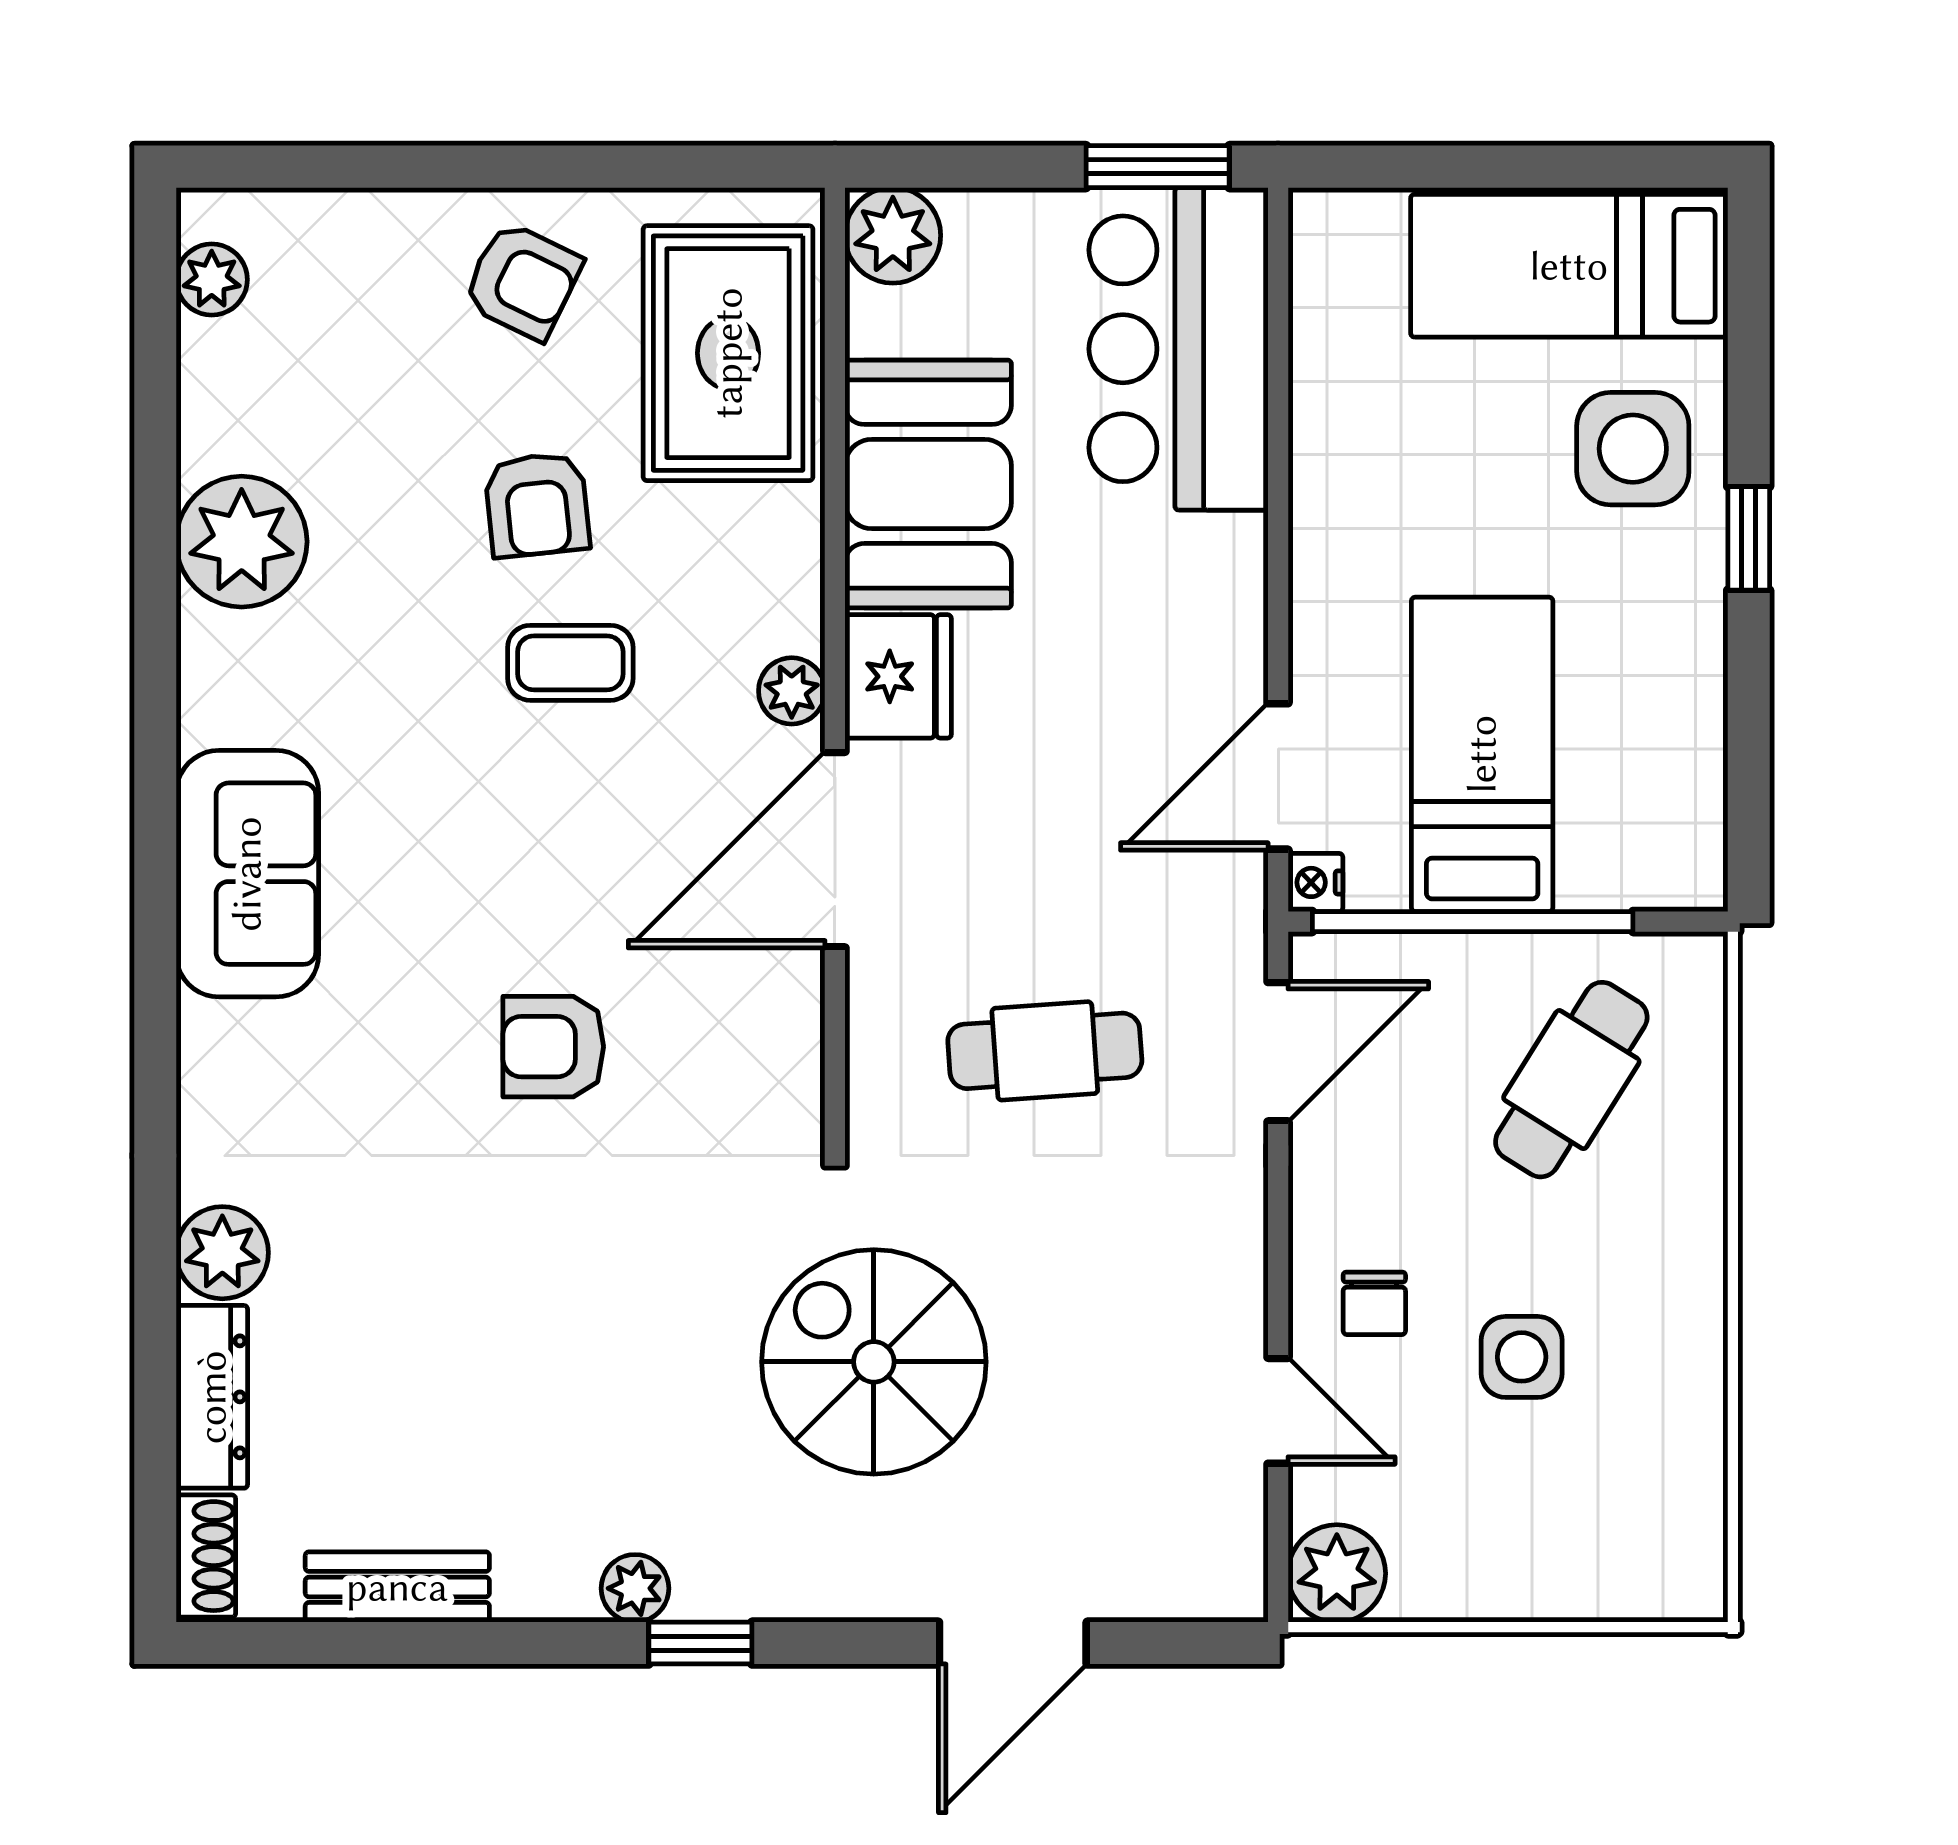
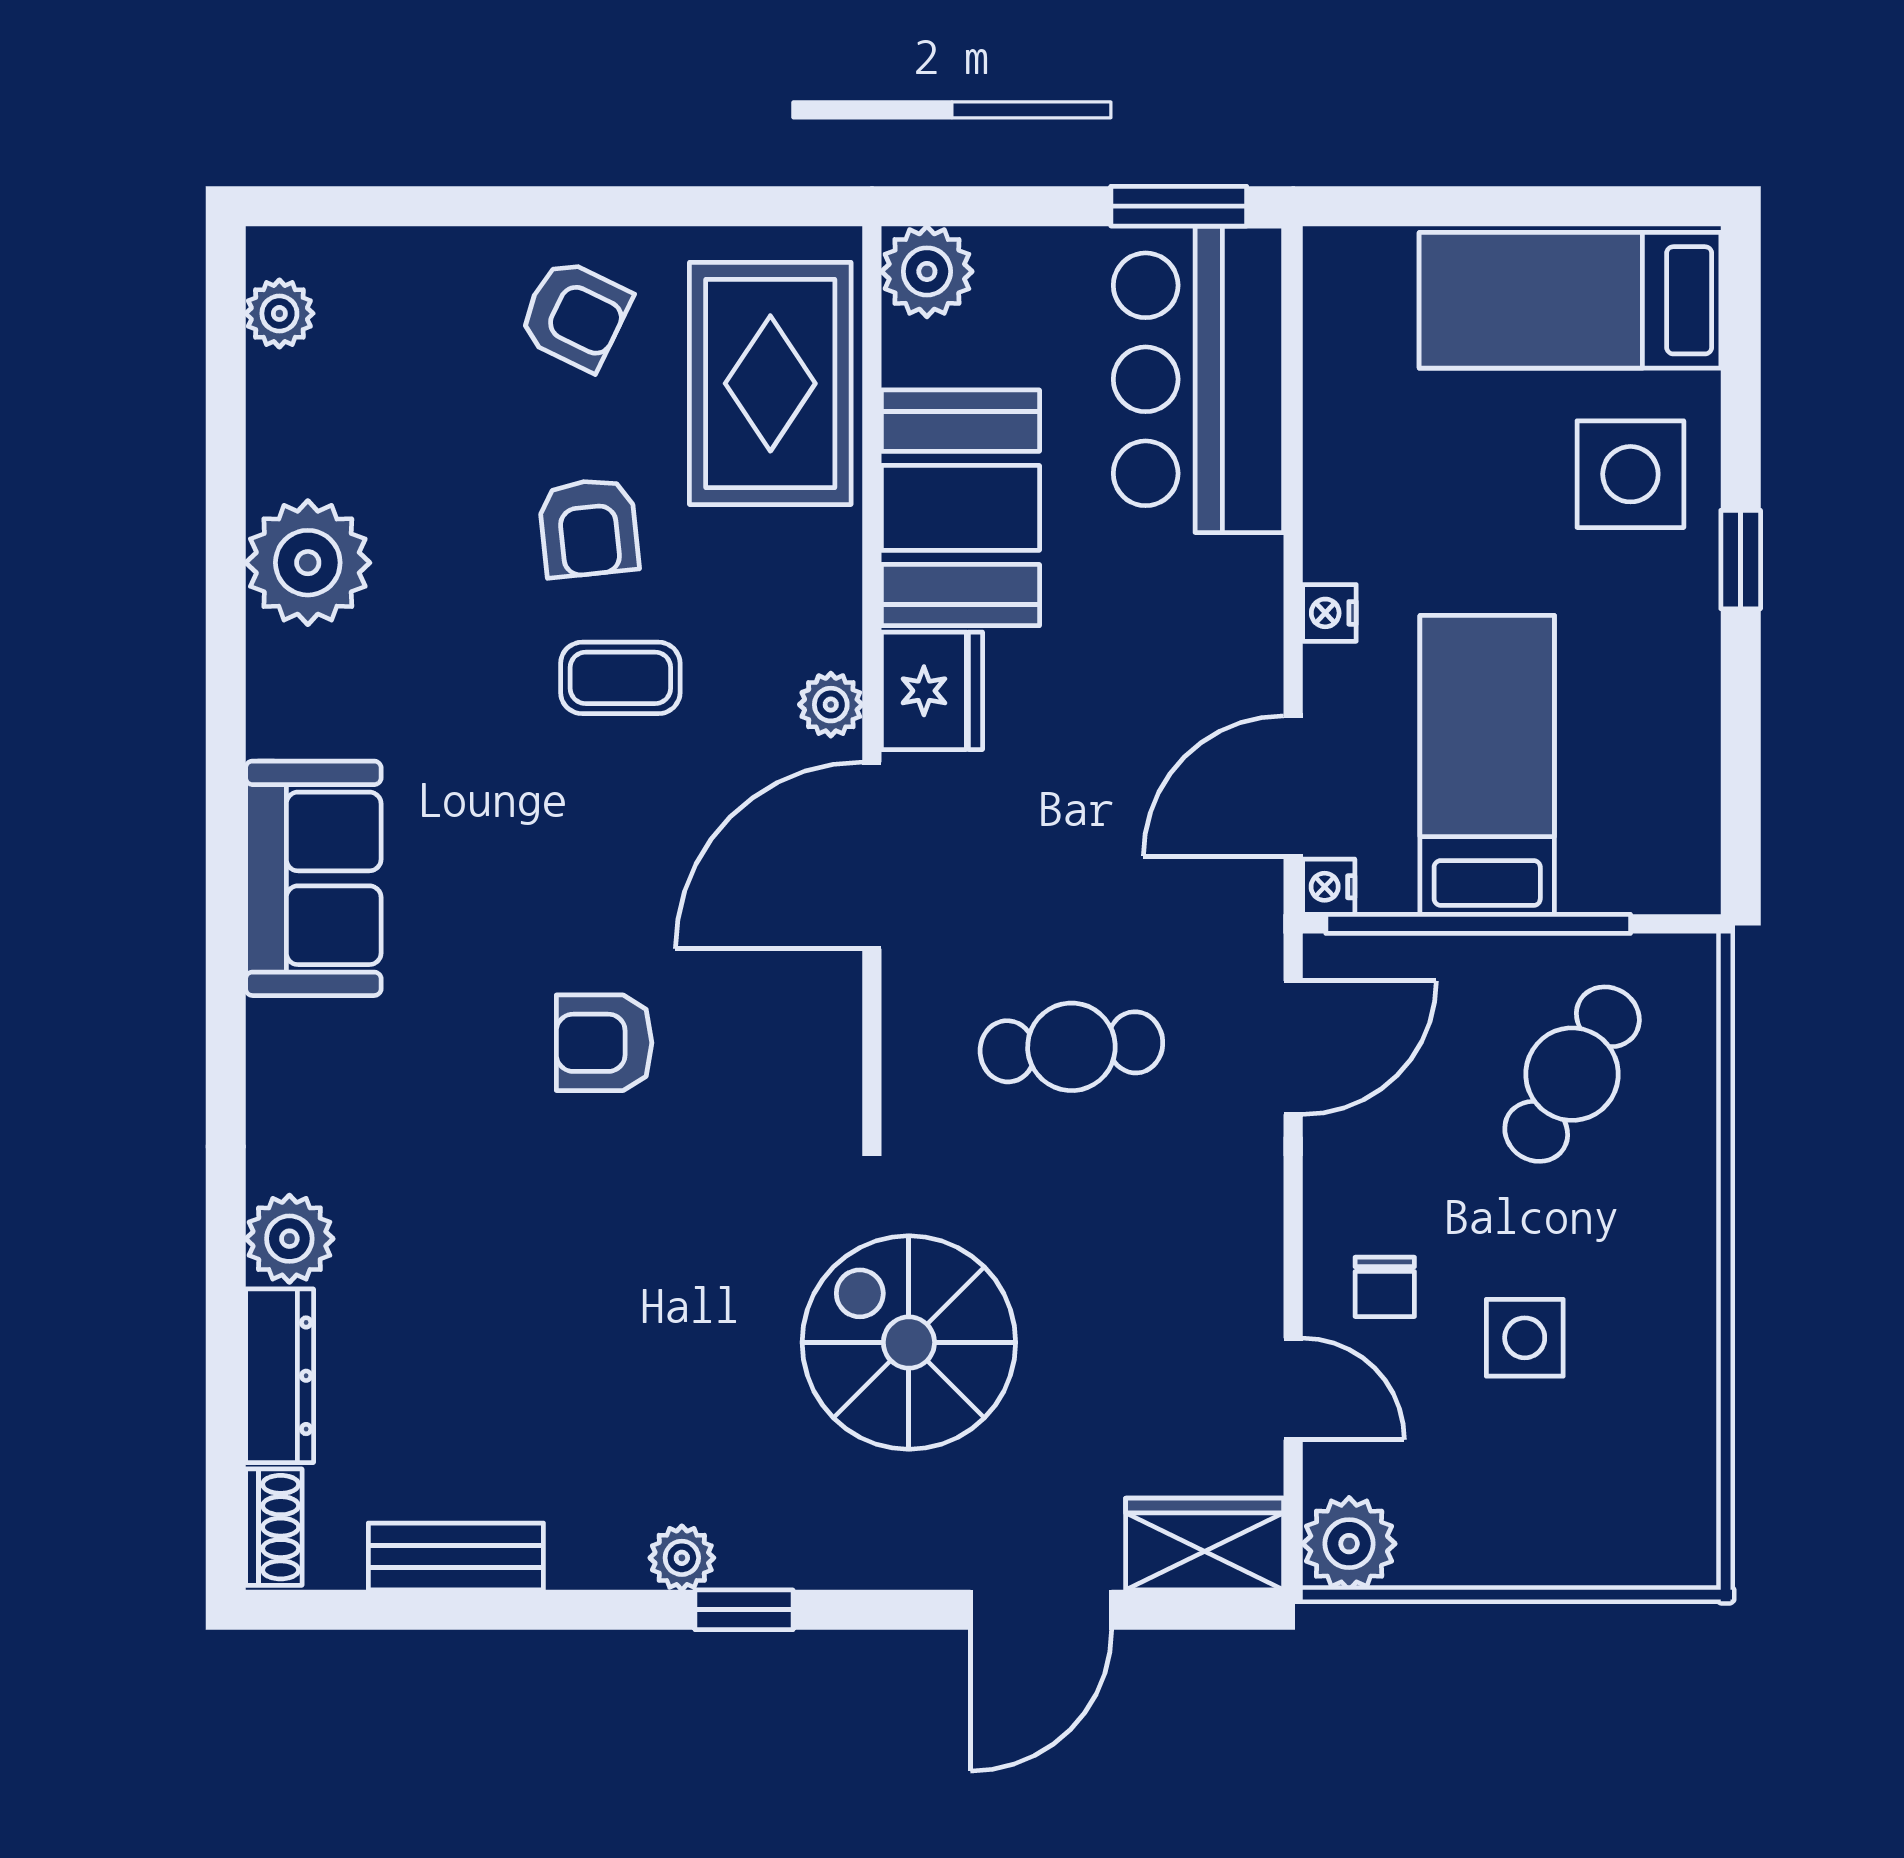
nightstand: (1316, 594) -> (1329, 613), added
wardrobe: (1185, 1574) -> (1205, 1544), added

